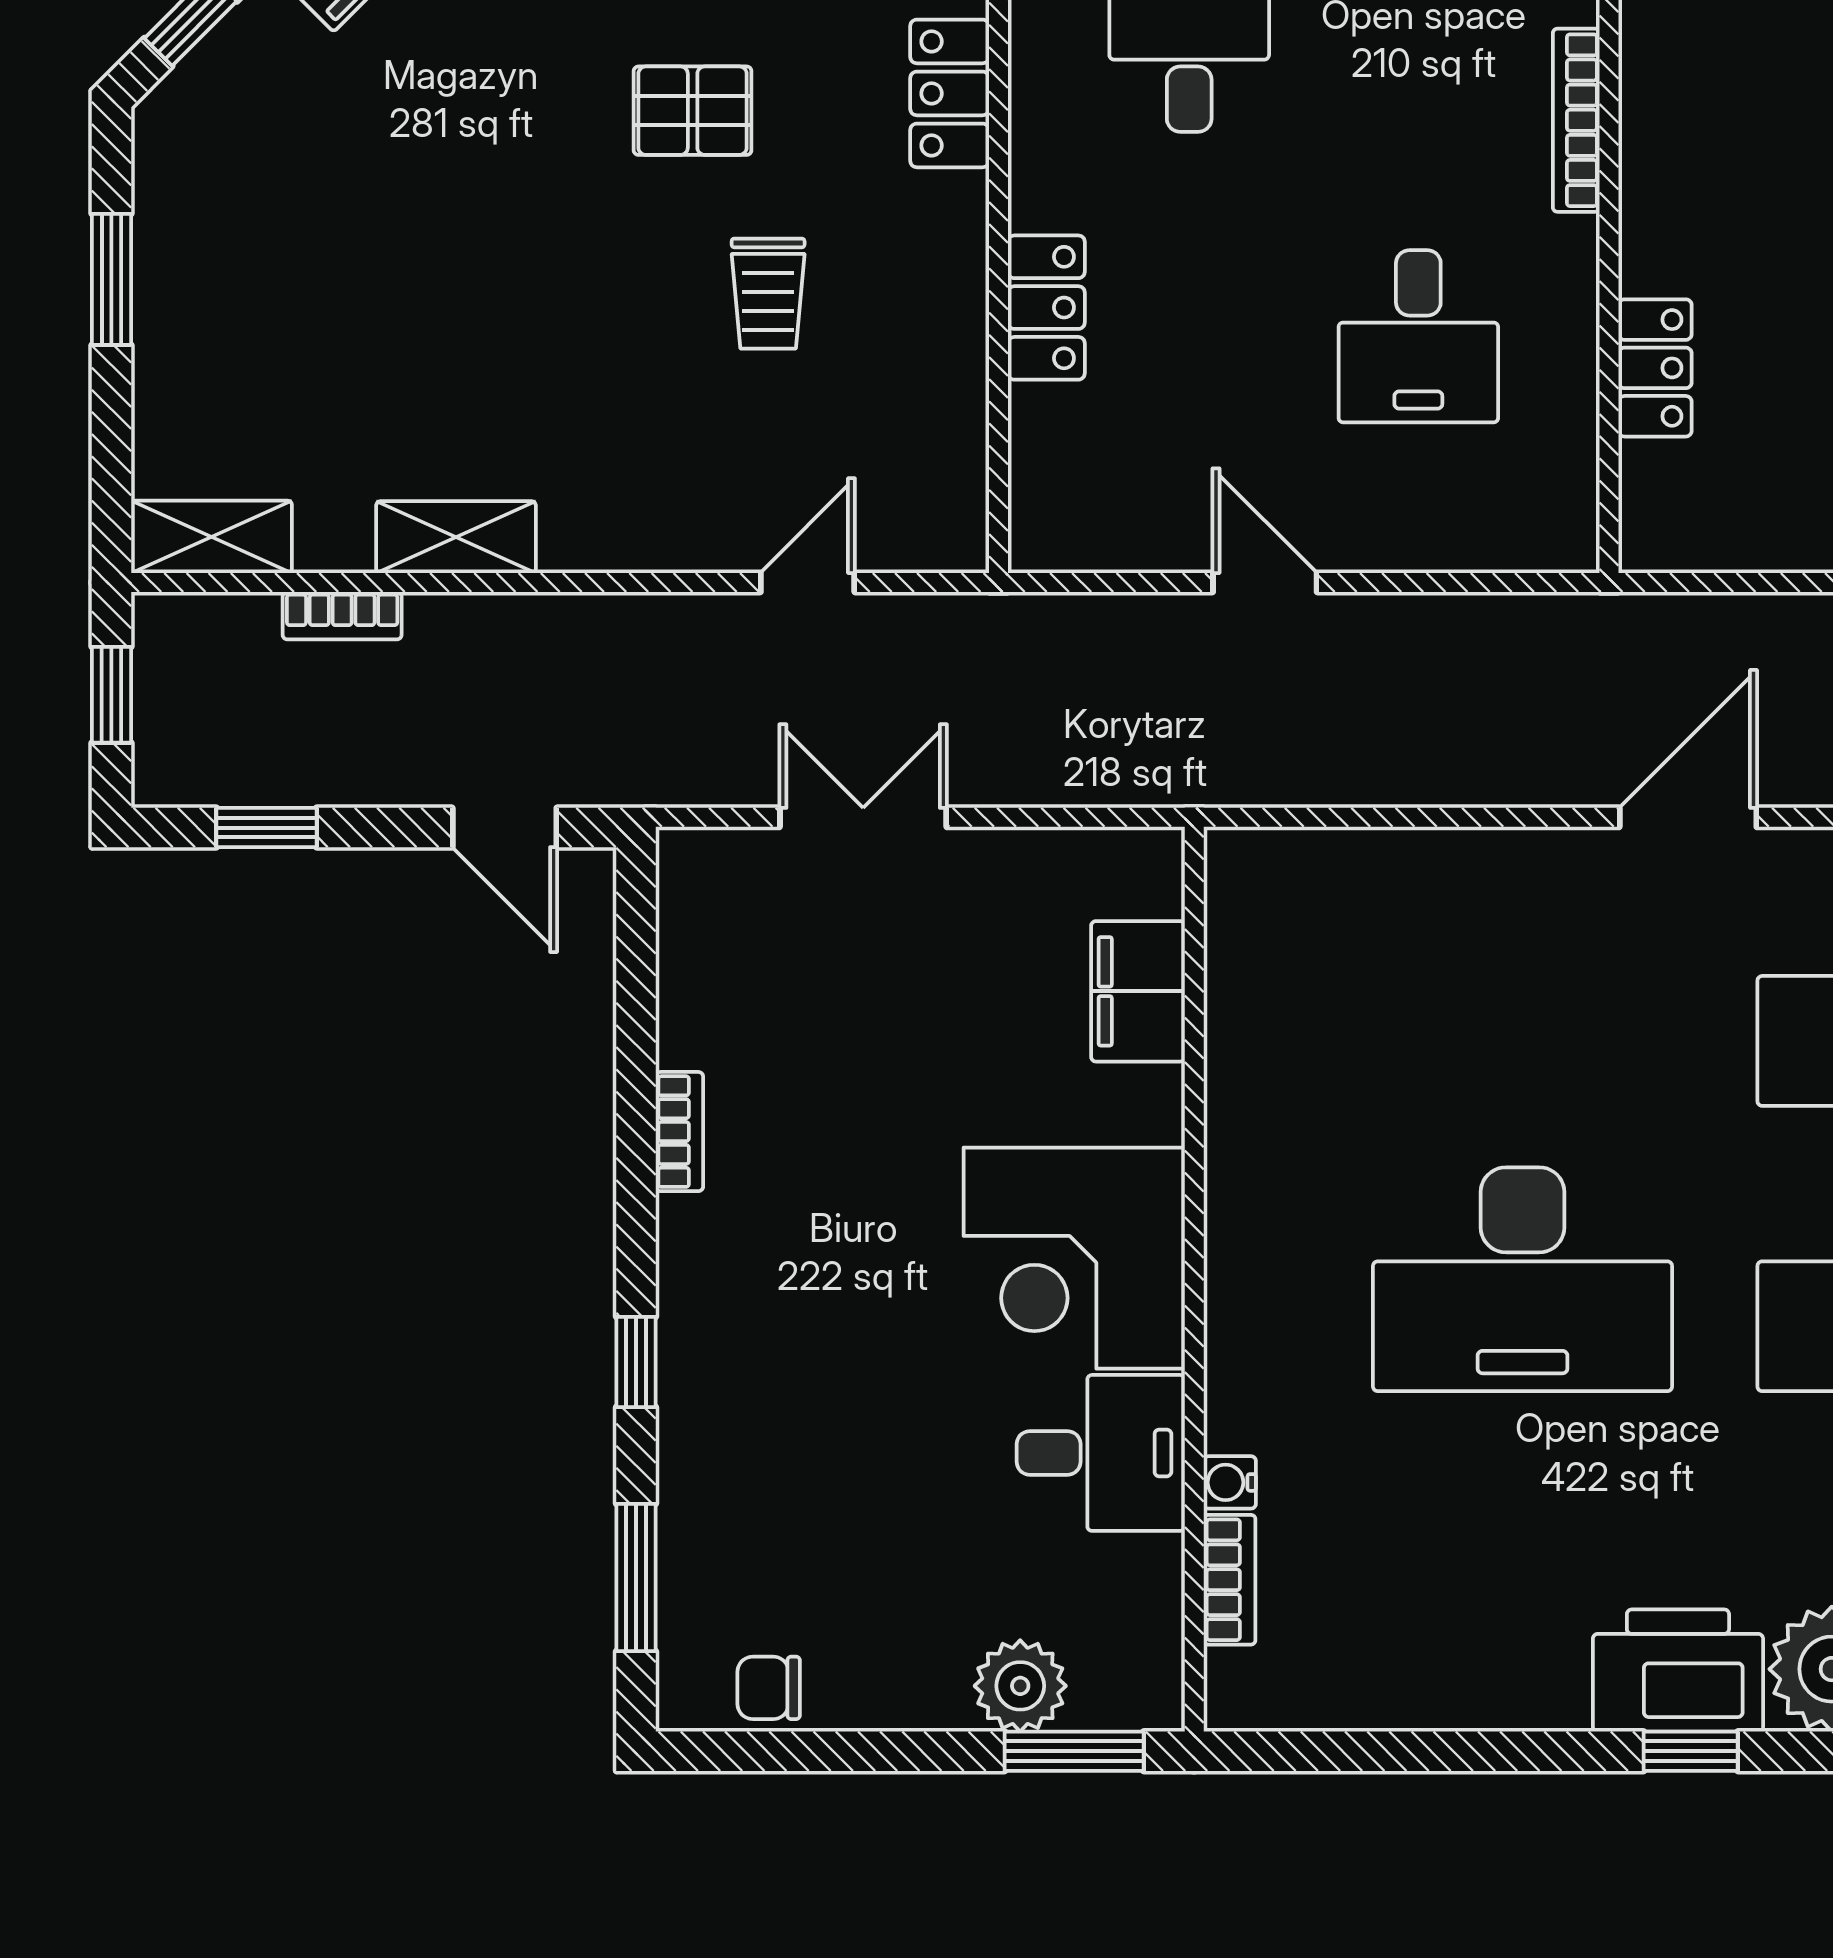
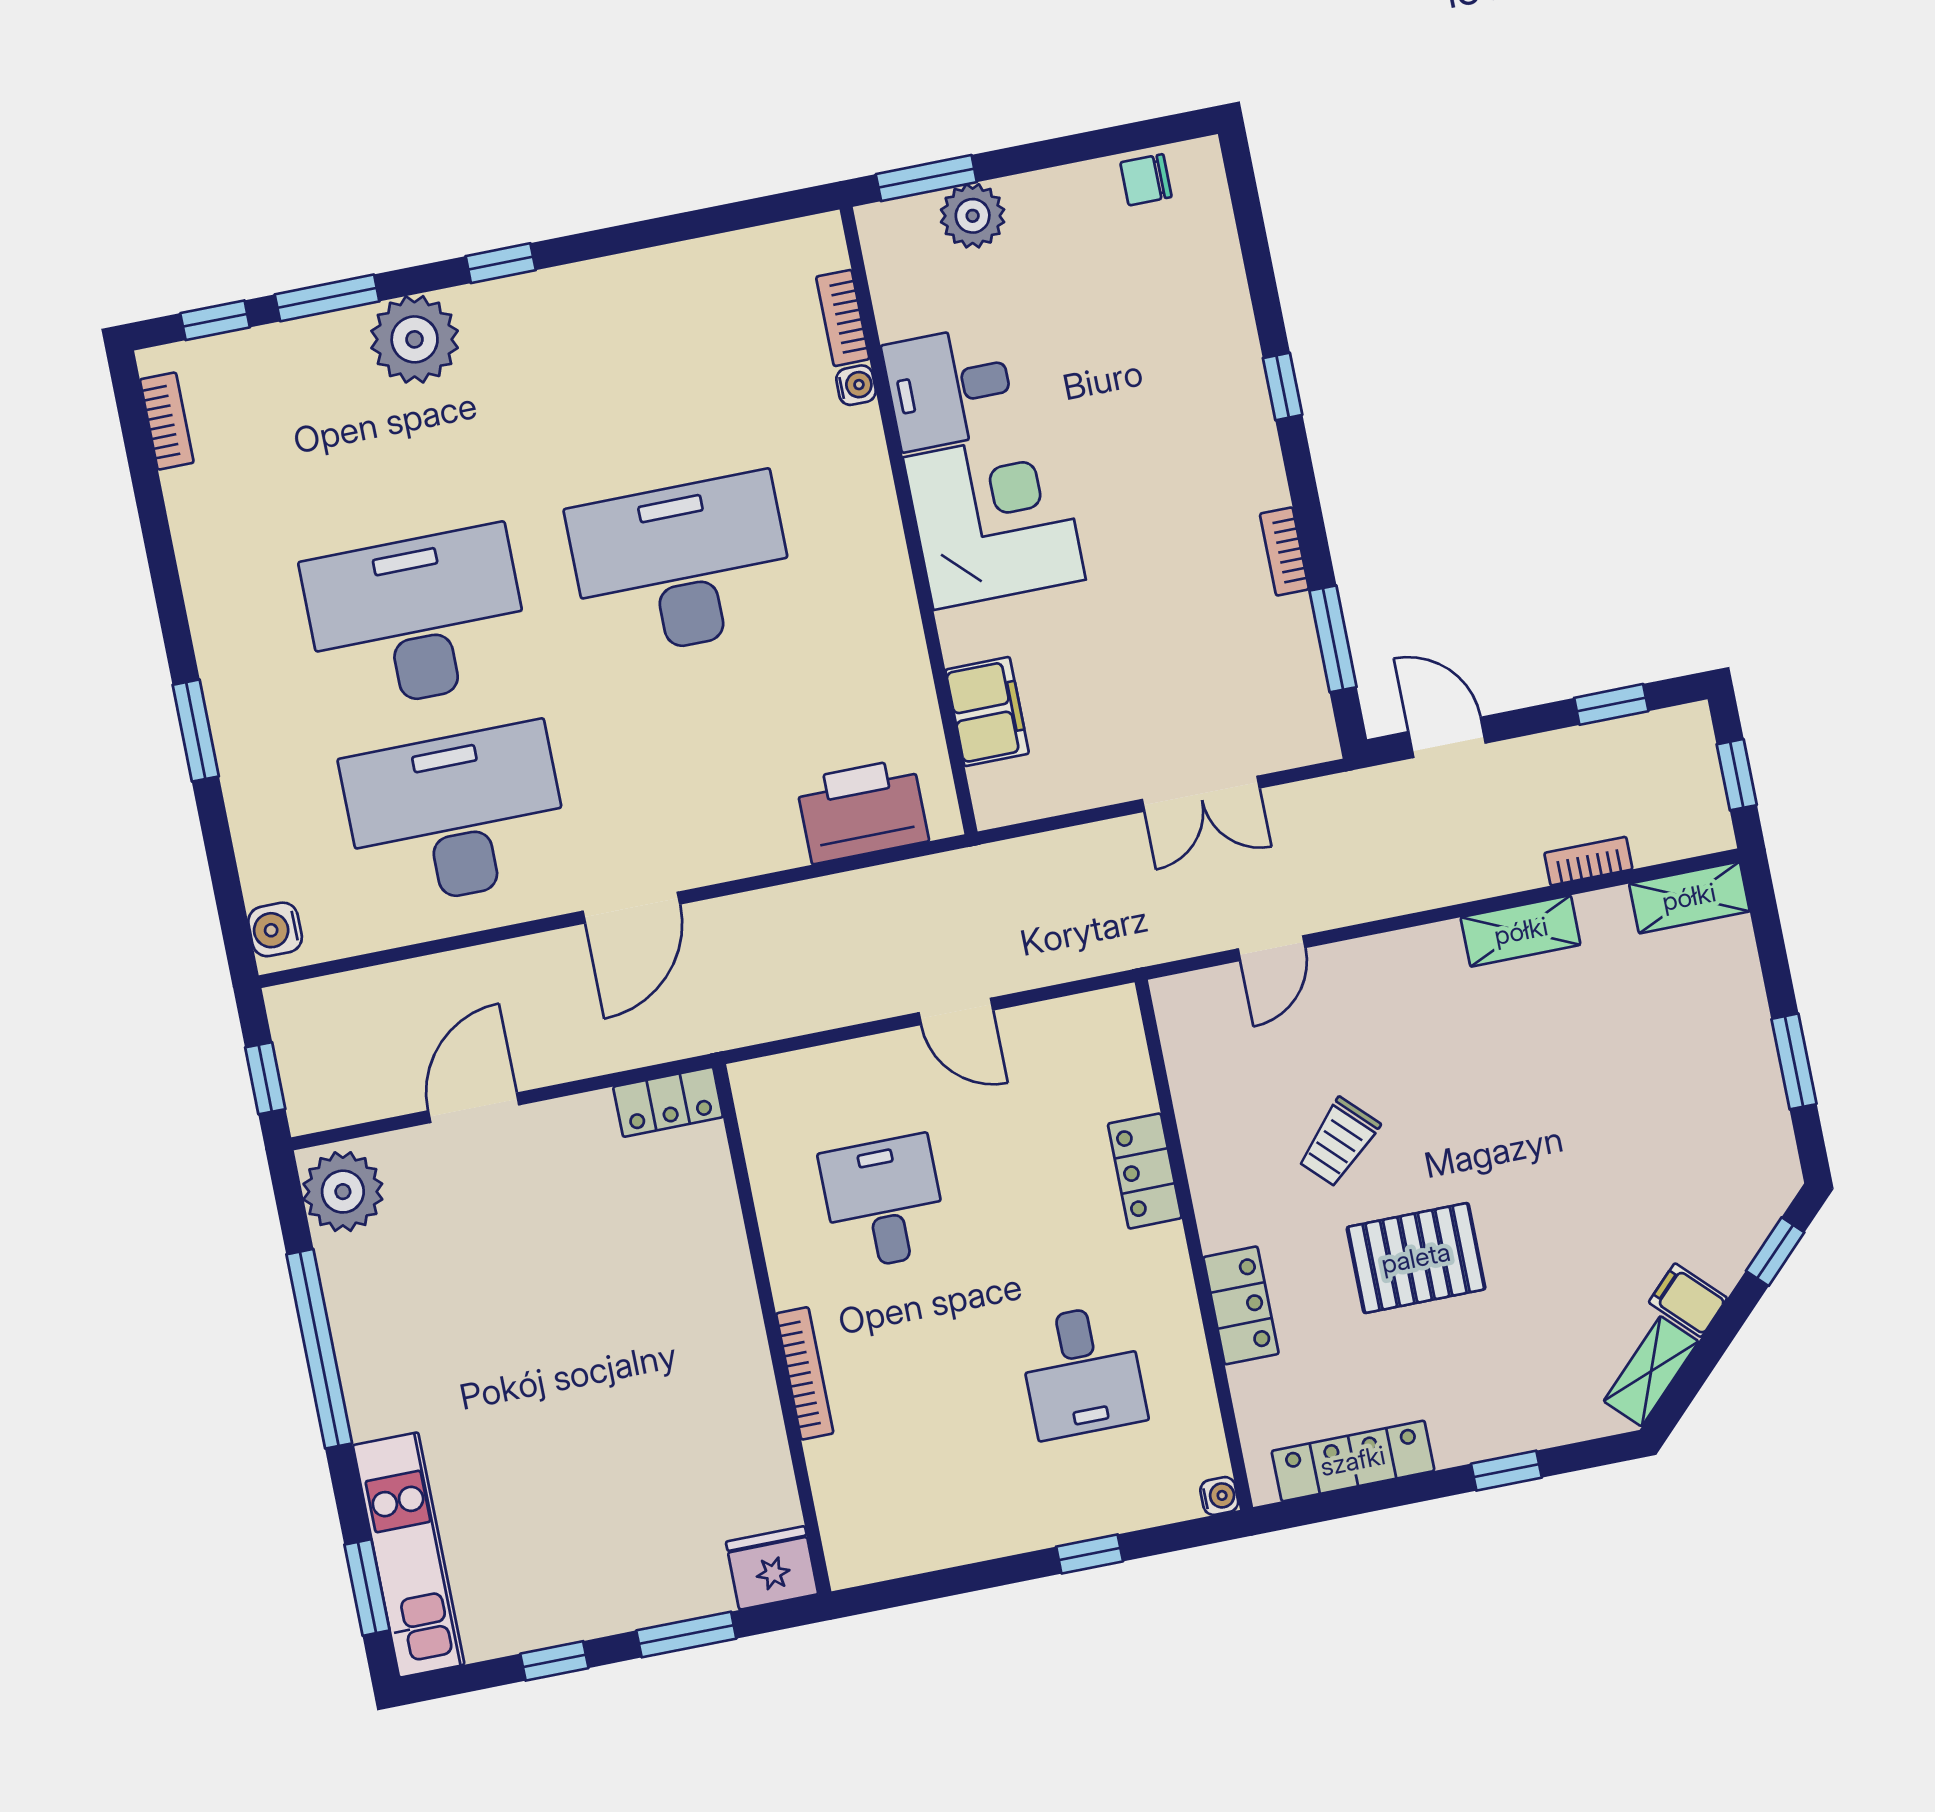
pallet: (693, 111) -> (1416, 1258), width x1.50, depth x1.42
trolley: (768, 294) -> (1339, 1142), turned -135
locker: (1655, 368) -> (668, 1102), moved, turned -90
window: (636, 1577) -> (1333, 639), moved
printer: (1678, 1671) -> (862, 811), moved, turned 180
chair: (769, 1688) -> (1146, 180), turned 180

